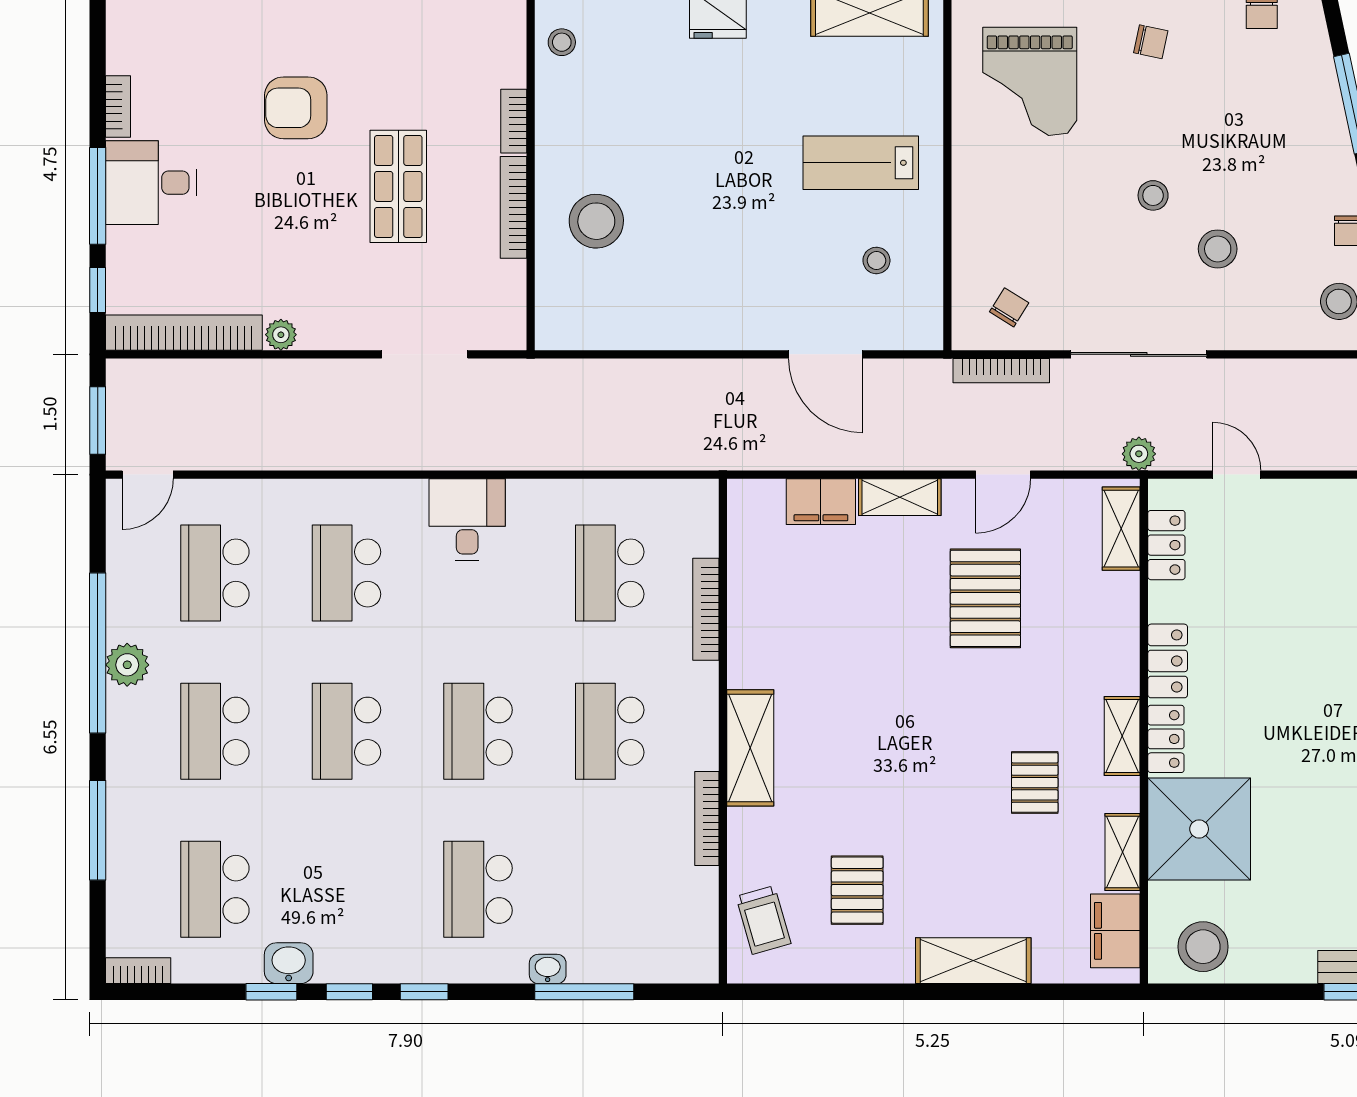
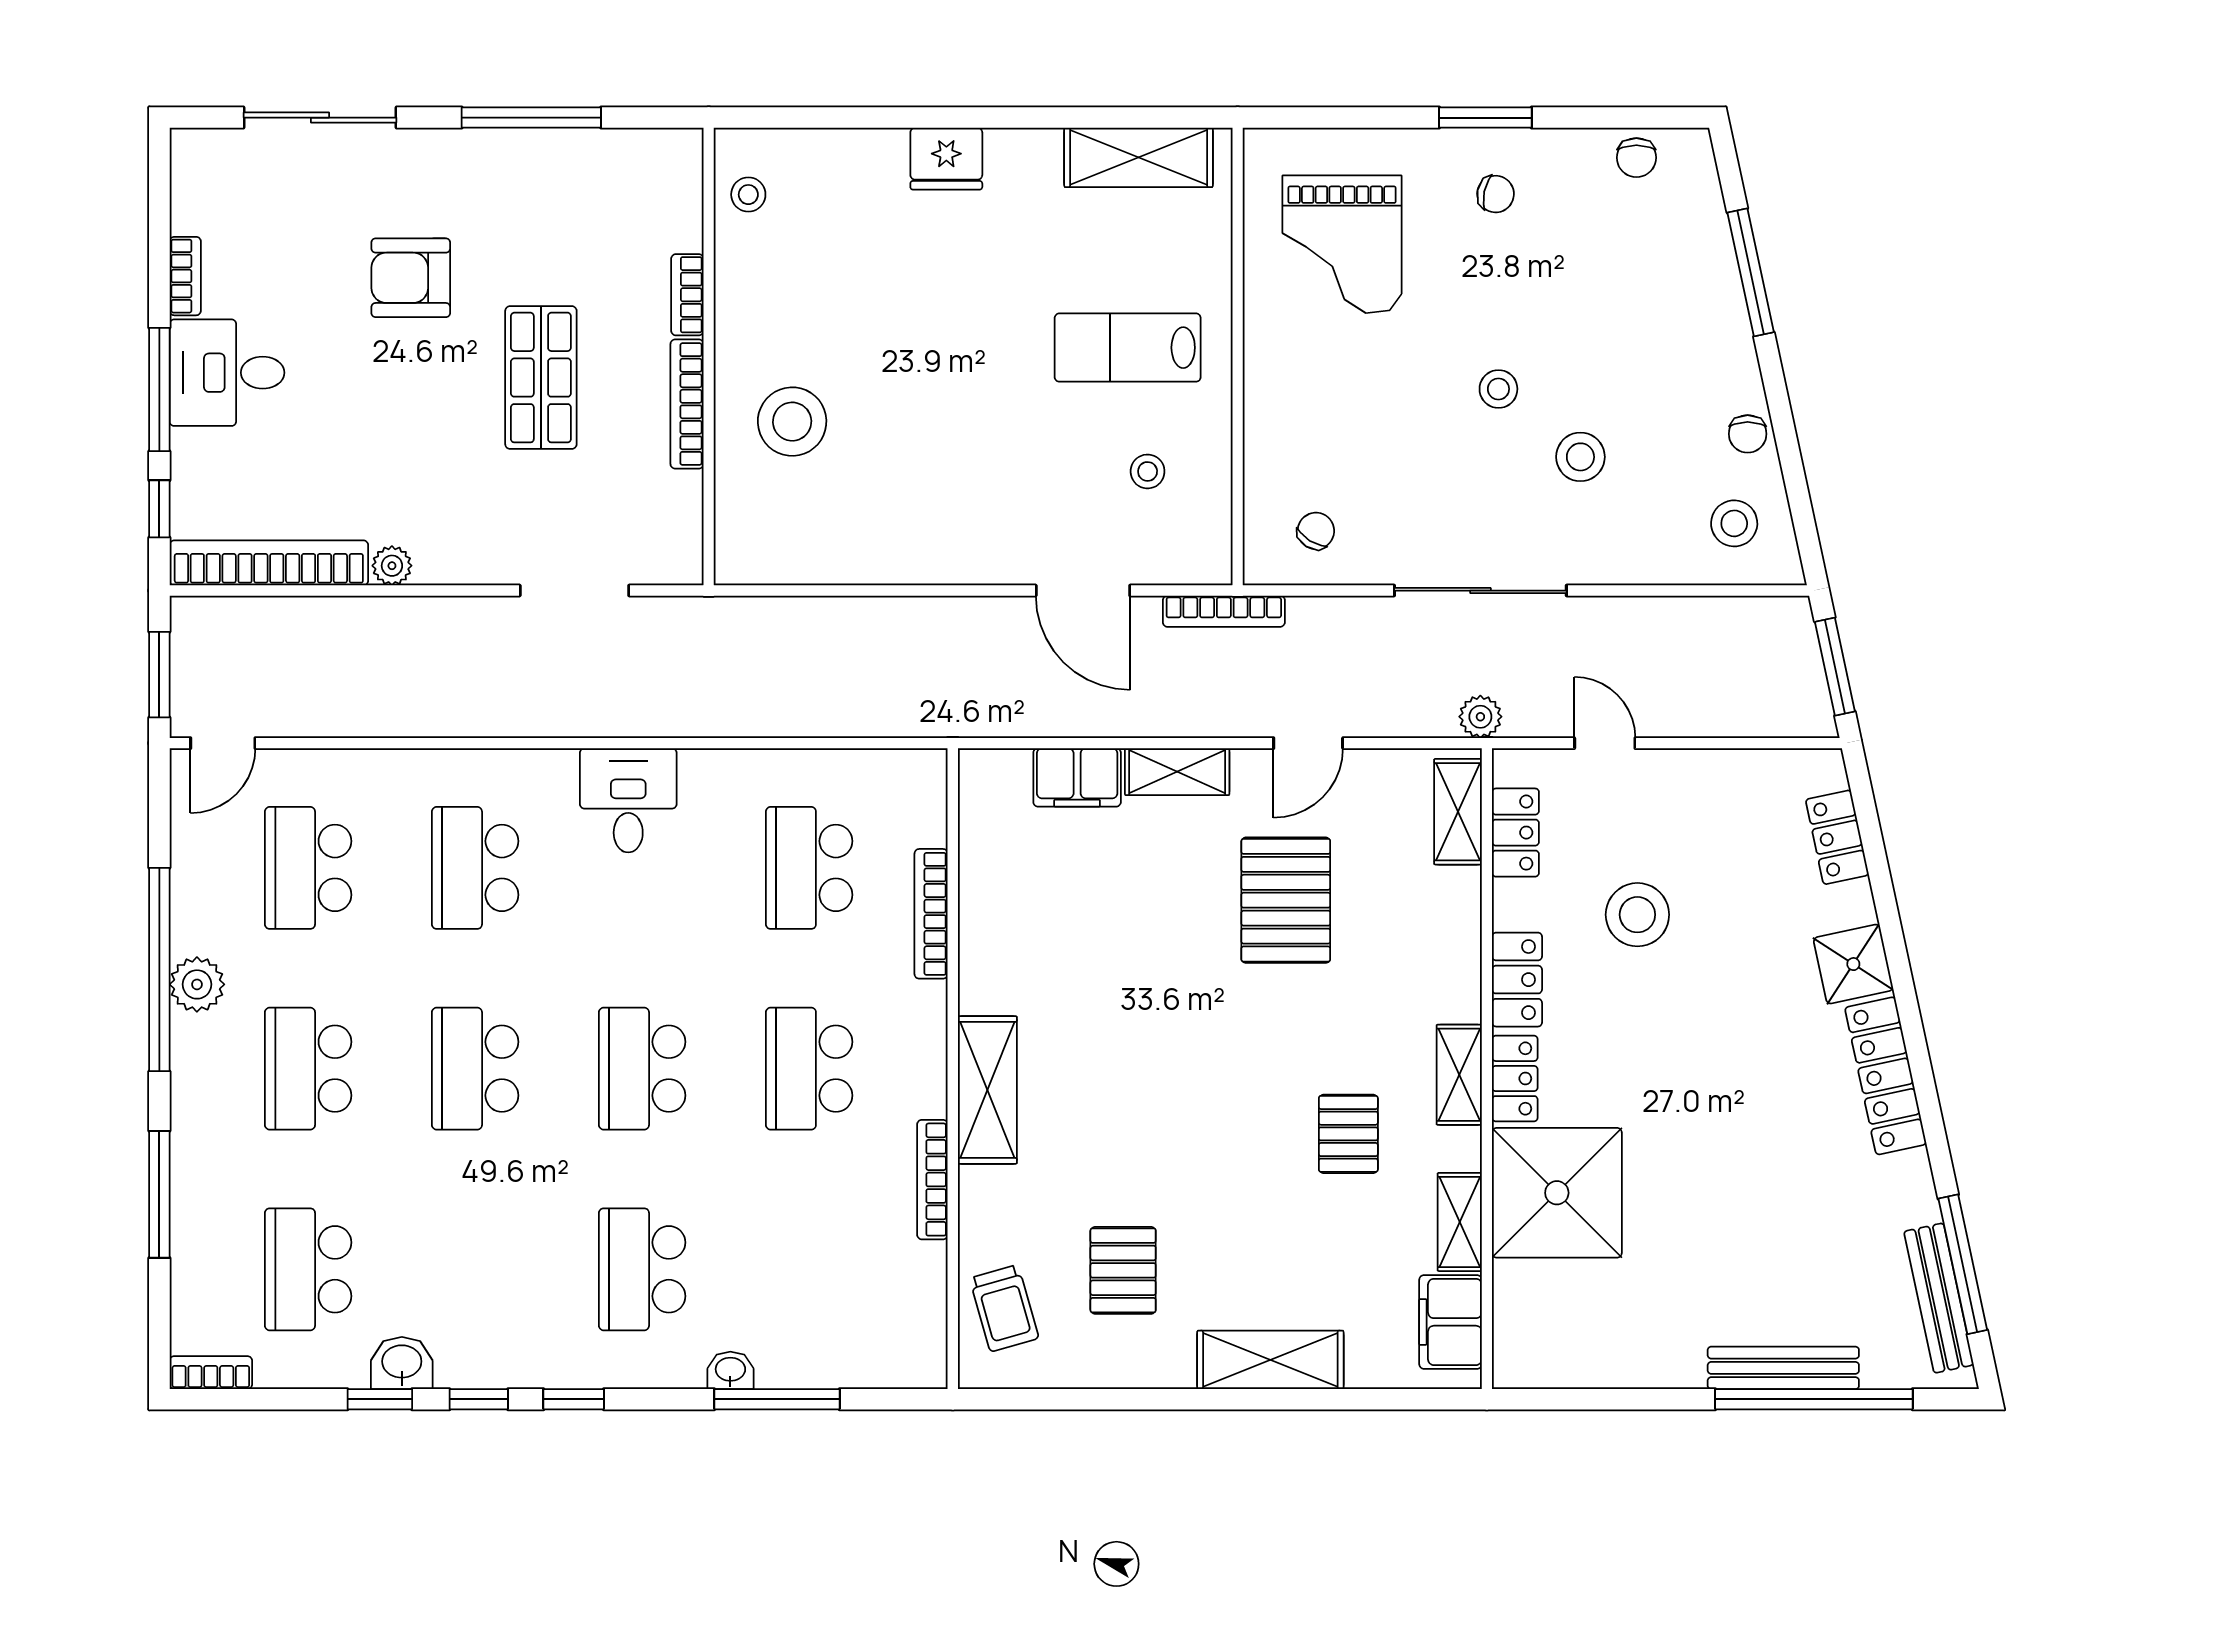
bookcase: (1001, 371) -> (1224, 611), moved
stool: (1203, 947) -> (1637, 915), moved

